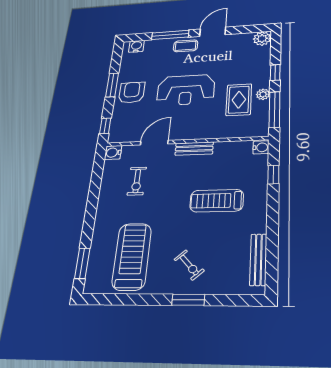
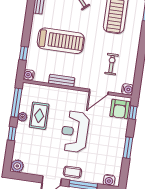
reception desk: (186, 90) -> (75, 132), turned -90
armchair: (132, 92) -> (120, 109), moved
bench: (194, 149) -> (62, 81), moved
treadmill: (217, 201) -> (61, 41), width x1.37, depth x1.38

